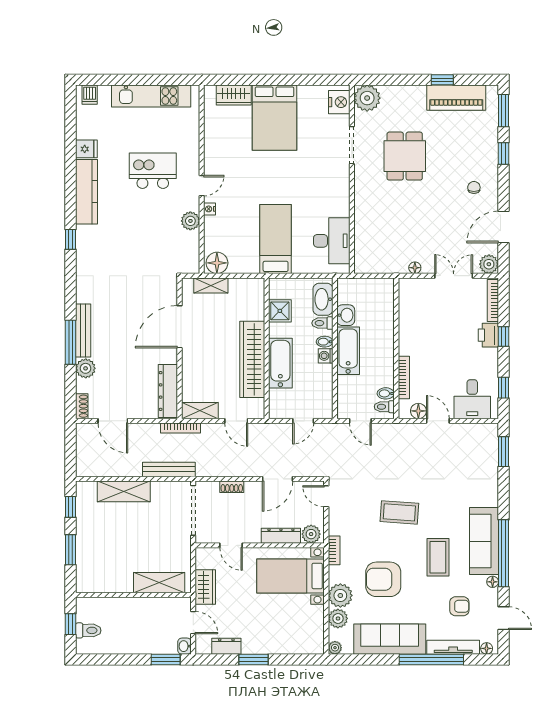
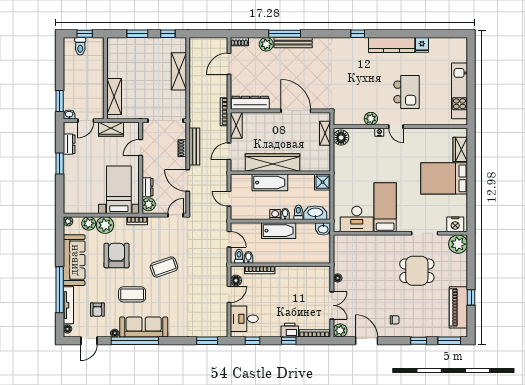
dishwasher: (90, 95) -> (460, 47), removed
bed: (276, 239) -> (385, 207), moved, turned -90
shower: (280, 311) -> (323, 182), moved
washbasin: (346, 315) -> (323, 229), moved
door: (360, 421) -> (229, 239), swing flipped
bench: (169, 469) -> (194, 147), moved
coffee table: (399, 512) -> (164, 267), turned 67
dresser: (281, 536) -> (147, 187), width x0.70

